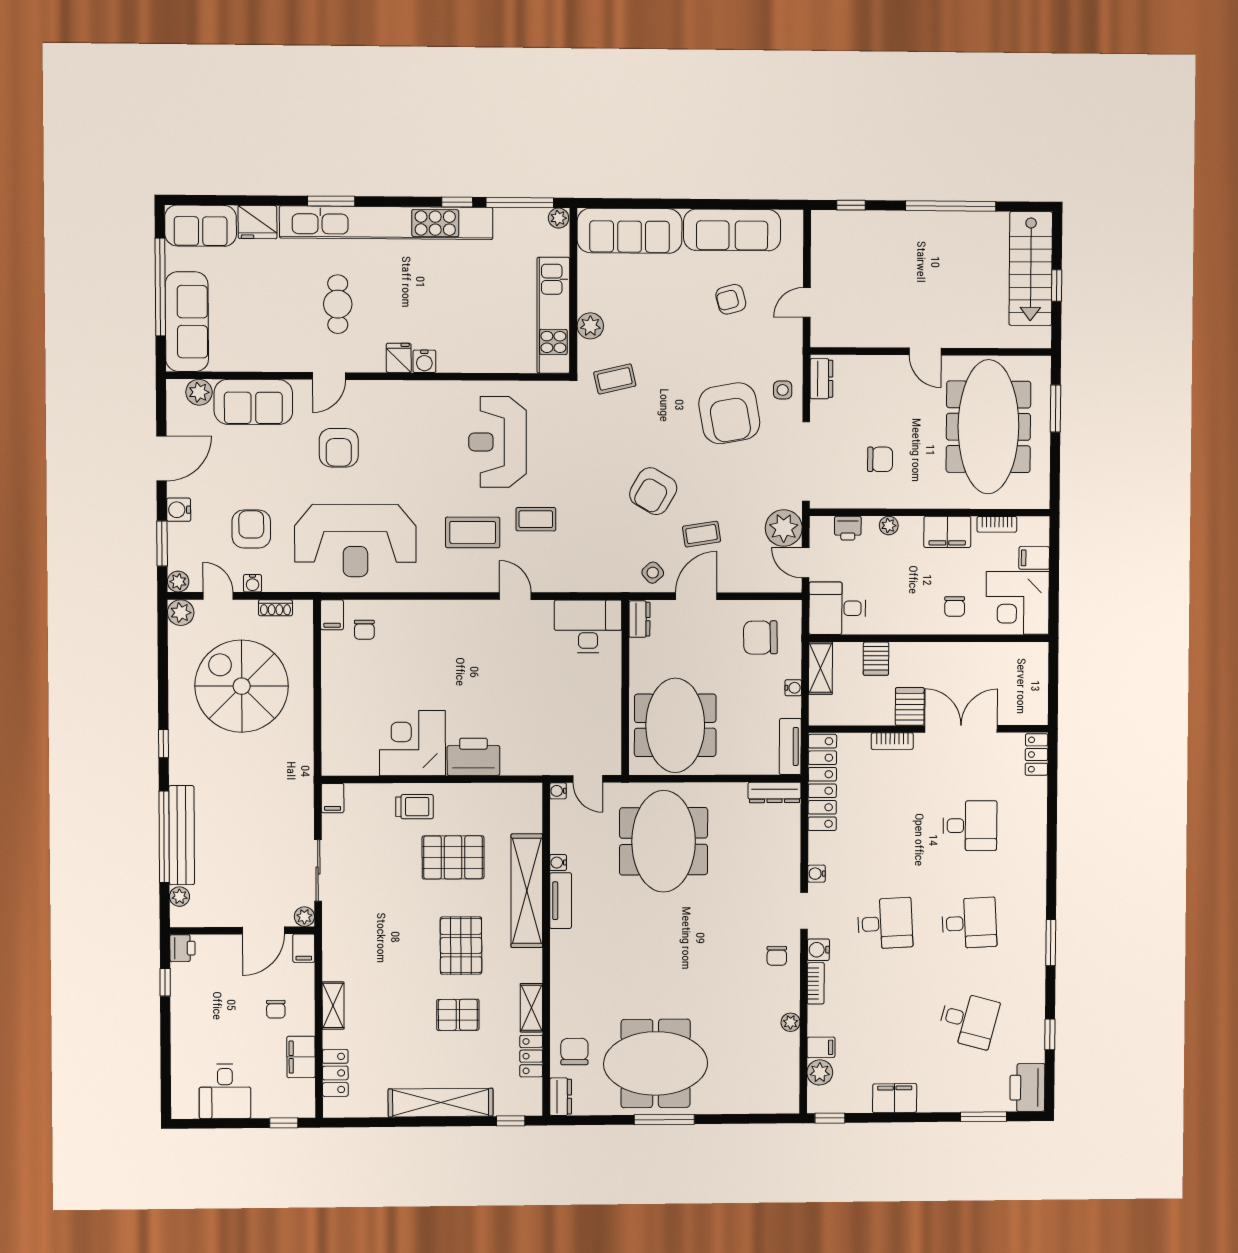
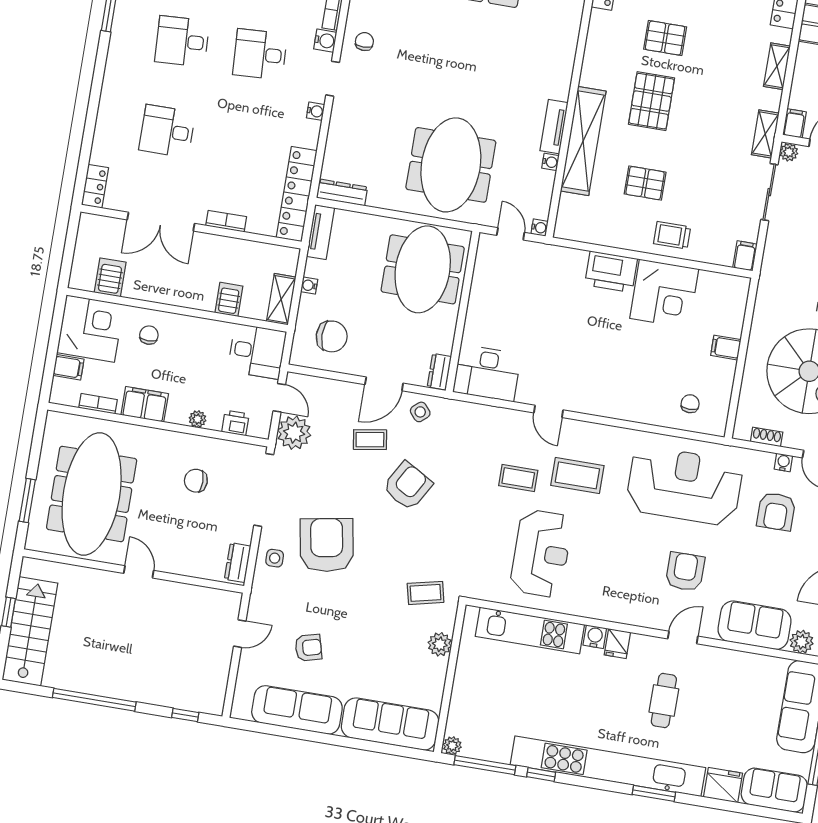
kitchen unit: (553, 315) -> (530, 630), moved, turned 90
filing cabinet: (332, 615) -> (726, 348), moved, turned -90
server rack: (910, 706) -> (110, 277), moved, turned 180
pallet: (453, 857) -> (645, 183), width x0.67, depth x0.71
shelving: (531, 1008) -> (765, 134), moved

